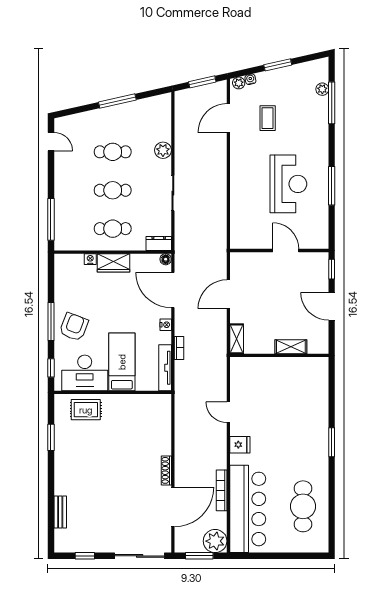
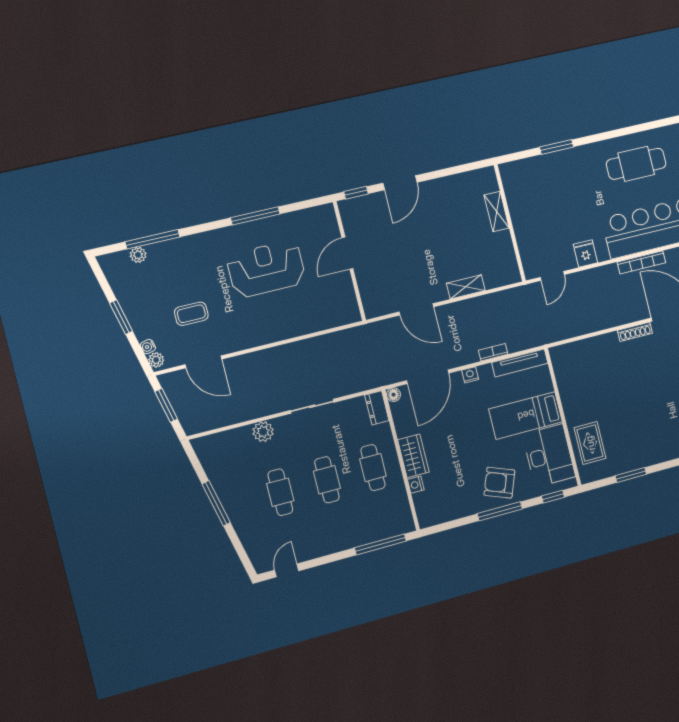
shelving: (291, 347) -> (497, 212), moved
wall: (279, 355) -> (510, 223), moved

